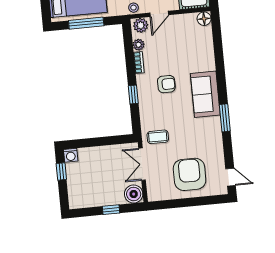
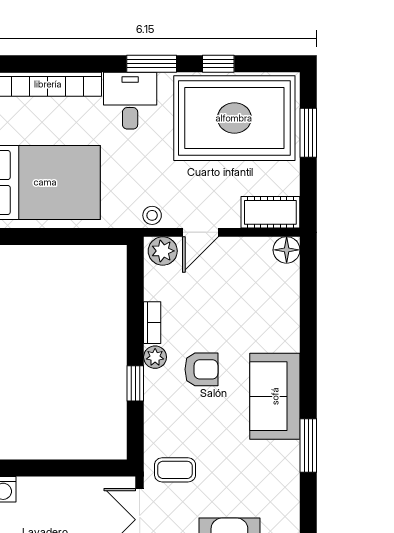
window: (86, 23) -> (58, 237), removed
plant: (139, 45) -> (155, 357), moved

